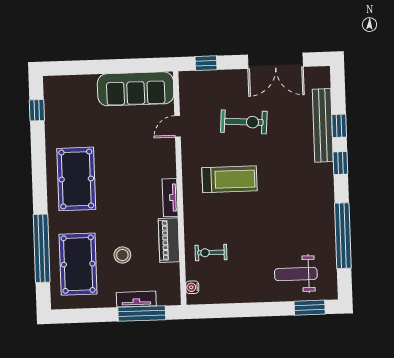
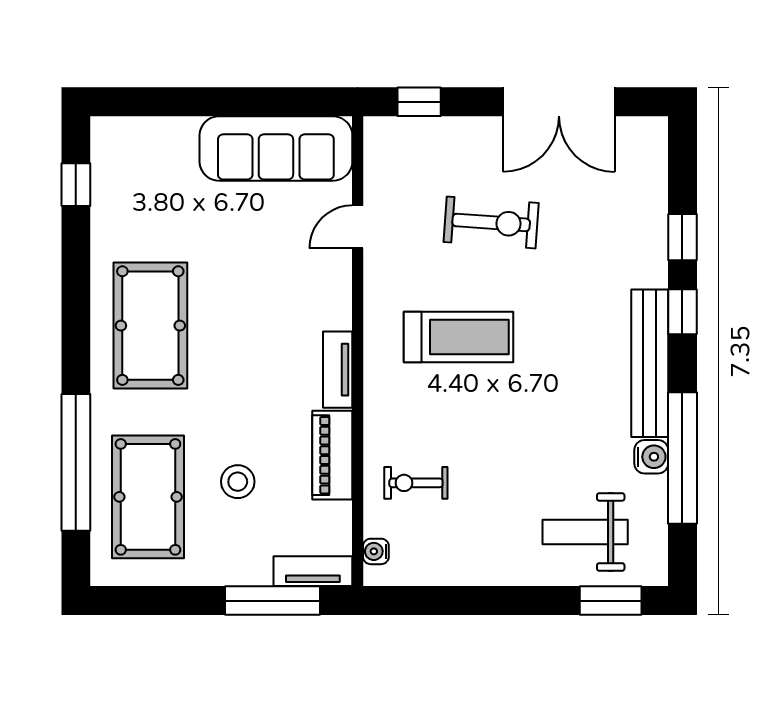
bench: (323, 125) -> (650, 363), moved
water cooler: (327, 235) -> (651, 457), added
tv unit: (136, 299) -> (313, 571), moved

